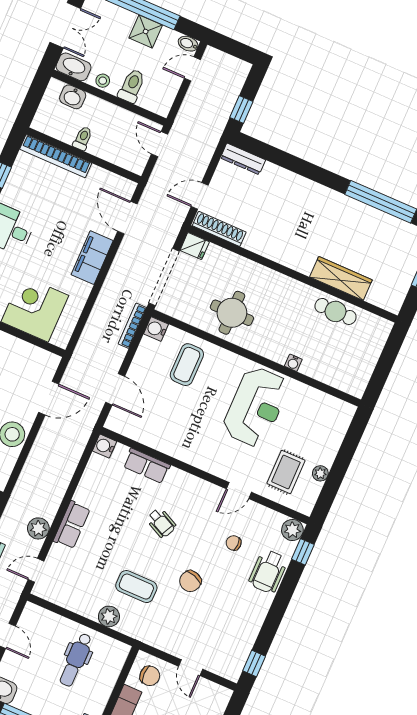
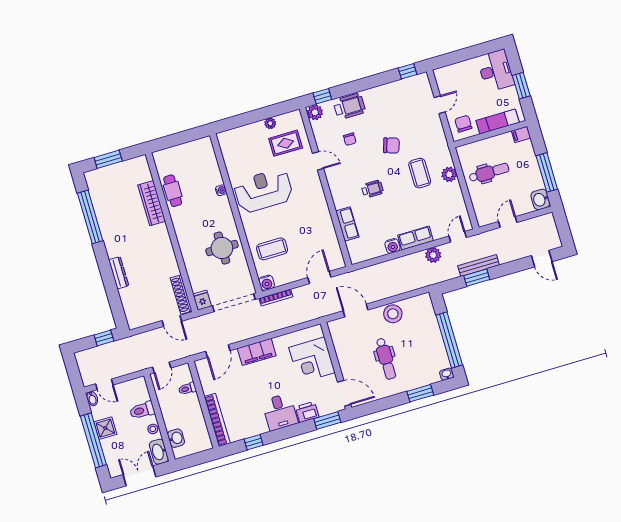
toilet: (83, 138) -> (187, 389), moved
dresser: (243, 159) -> (119, 273), moved
water cooler: (105, 446) -> (393, 246), moved
wheelchair: (161, 523) -> (372, 189), turned 64
door: (36, 570) -> (458, 237), swing flipped

